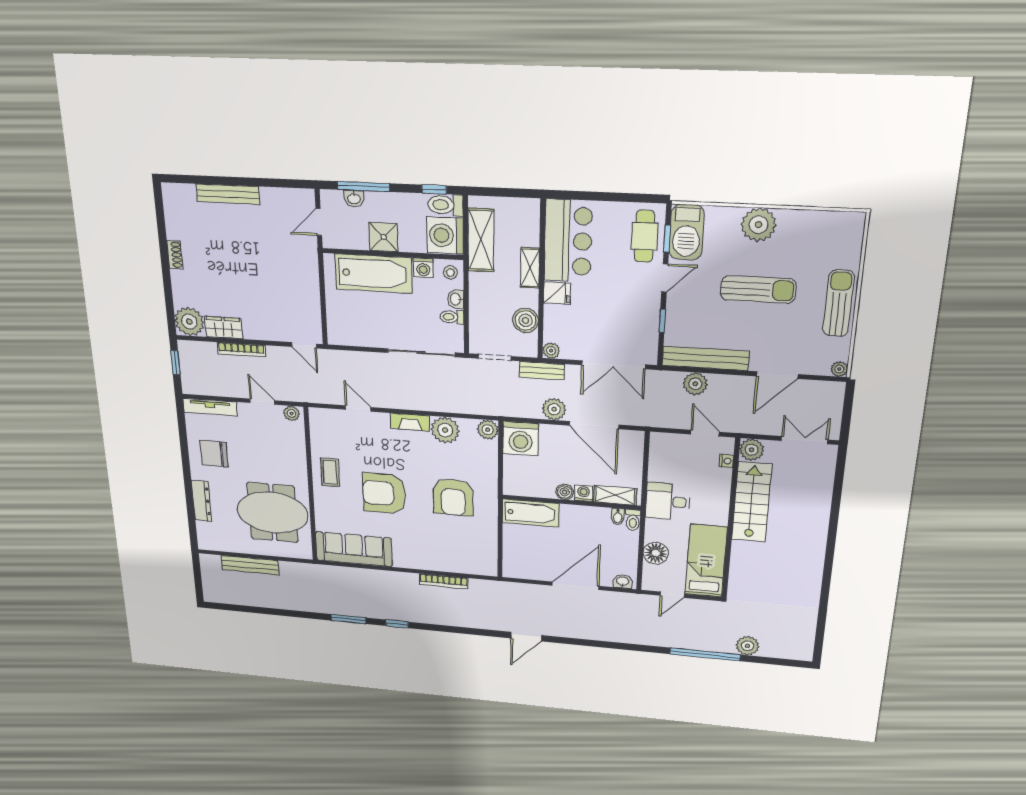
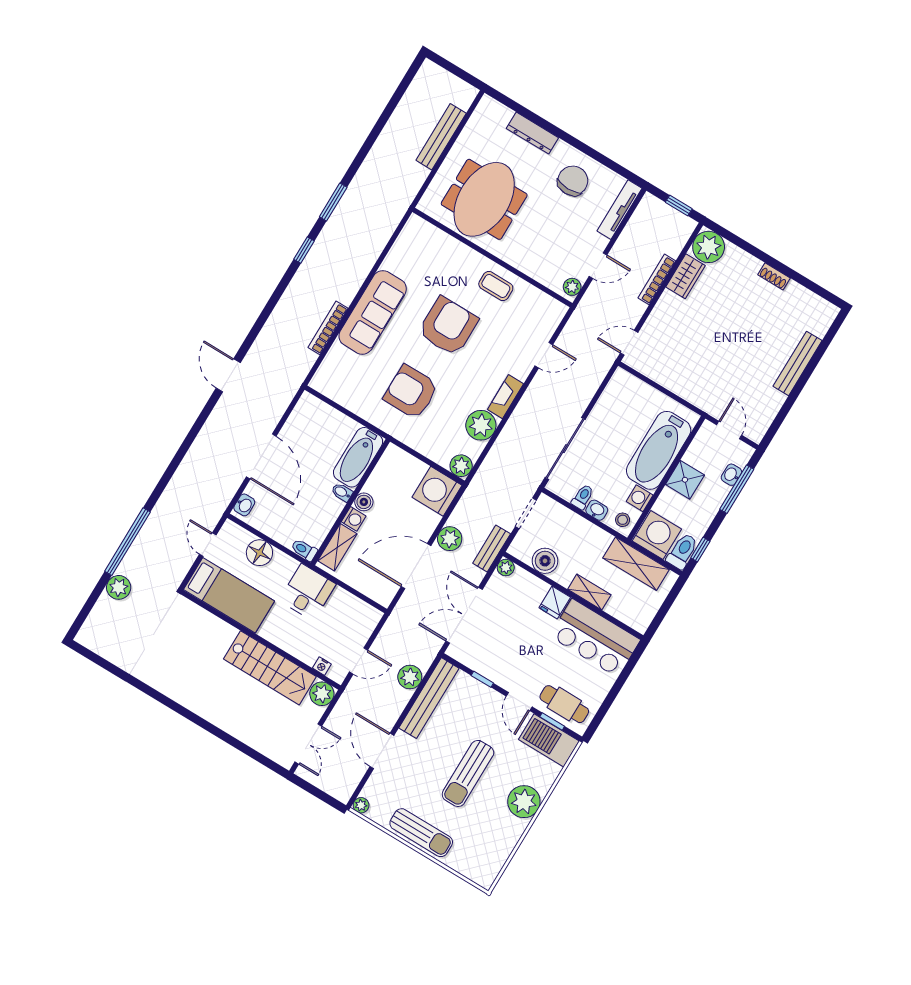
bidet: (618, 517) -> (342, 492), moved
sofa: (354, 549) -> (373, 312), moved

